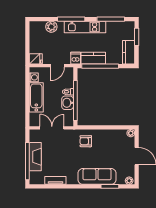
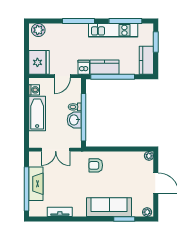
plant: (51, 27) -> (38, 30), moved
kitchen unit: (85, 27) -> (113, 30), moved
fridge: (36, 59) -> (39, 62), width x1.88, depth x1.34
double door: (52, 128) -> (56, 150), swing flipped

